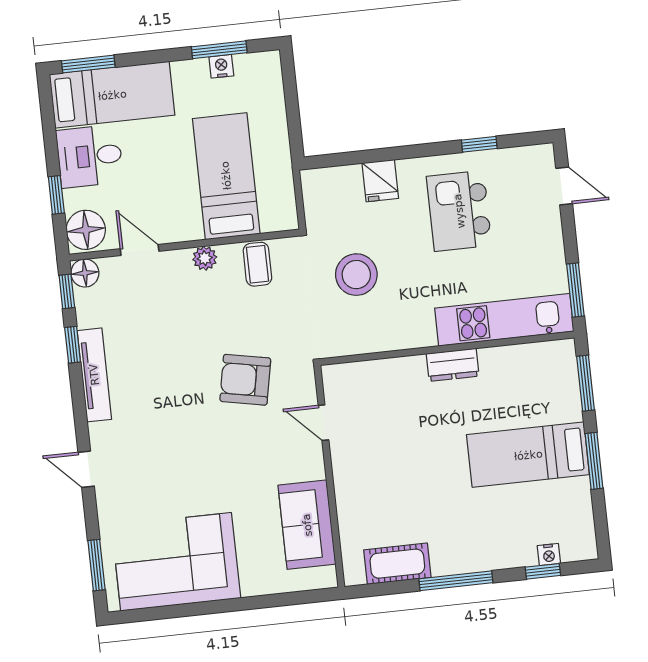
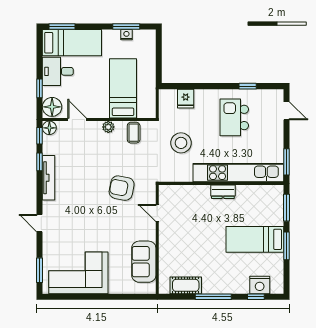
fridge: (380, 181) -> (186, 99), moved
kitchen unit: (504, 320) -> (238, 173), width x1.36
nightstand: (549, 555) -> (260, 285), width x1.89, depth x1.79

